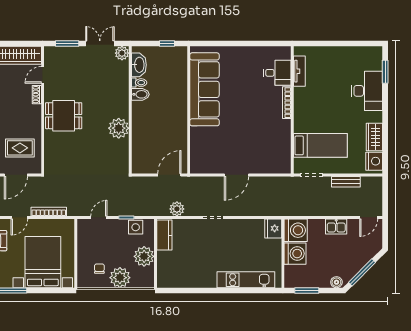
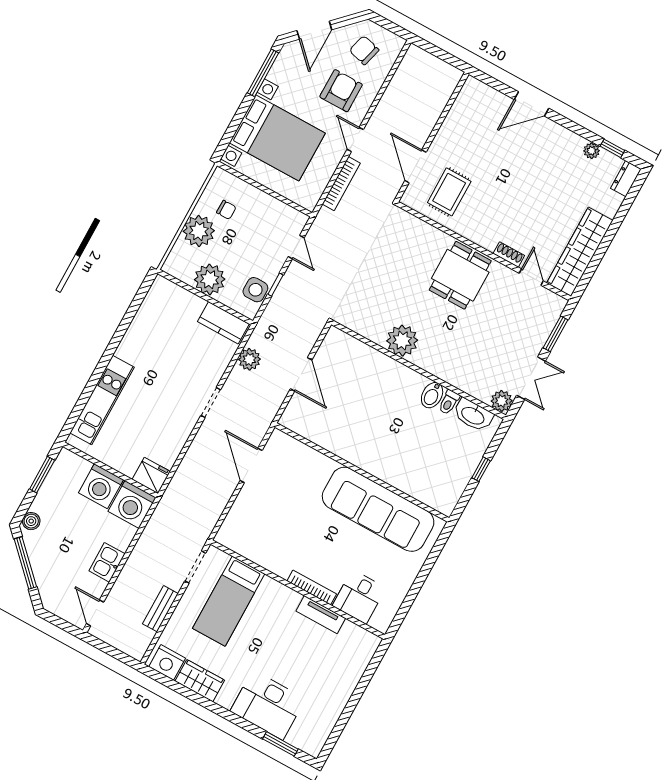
tv unit: (299, 71) -> (321, 615), moved
sofa: (204, 89) -> (378, 509), moved
wall: (189, 110) -> (362, 472), moved

